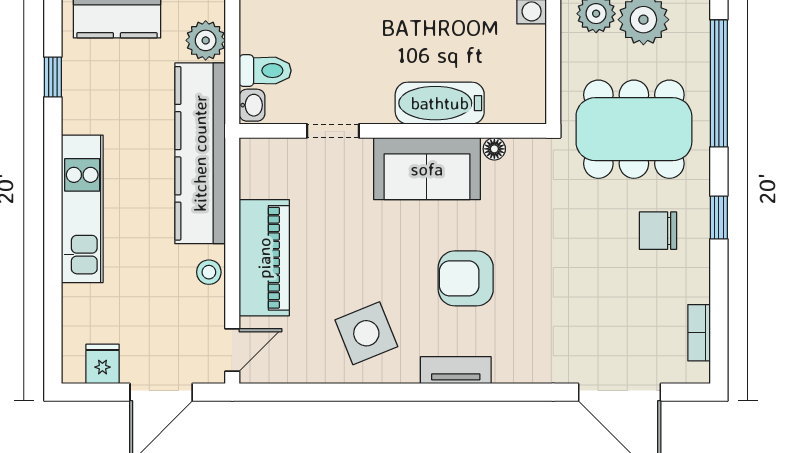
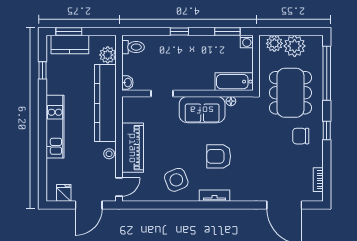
toilet: (265, 71) -> (133, 47), moved
bathtub: (440, 103) -> (234, 82), moved
dining table: (634, 129) -> (290, 93), turned 90

